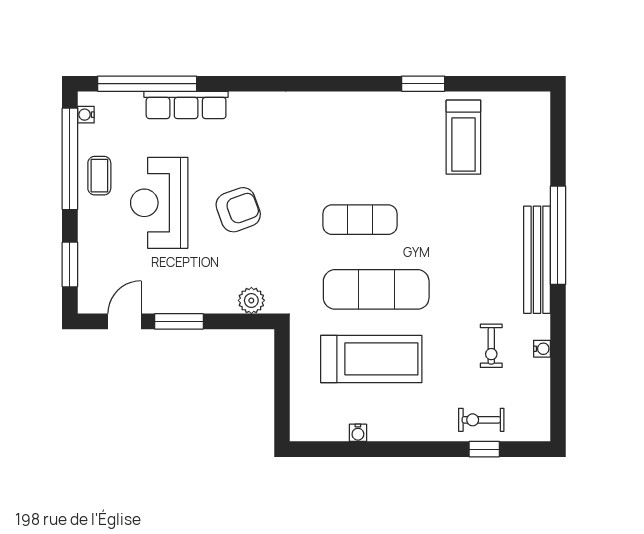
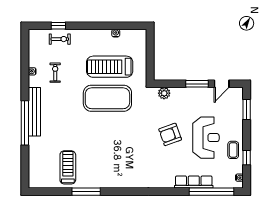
window: (423, 84) -> (86, 192), width x1.44
window: (70, 159) -> (247, 158), width x0.32
exercise mat: (360, 220) -> (115, 130), removed
exercise mat: (376, 289) -> (107, 98), width x1.47

